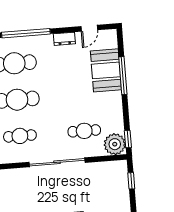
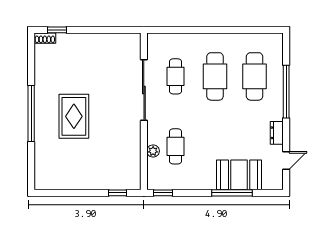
door: (89, 28) -> (286, 161), swing flipped
plant: (115, 144) -> (153, 151), moved, width x0.53, depth x0.53
sliding door: (57, 162) -> (144, 90), moved

